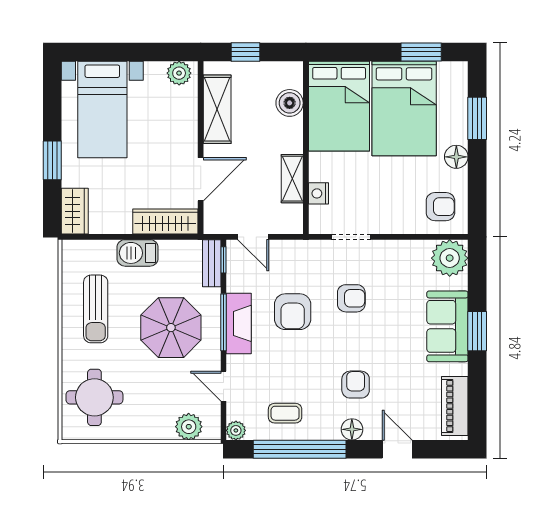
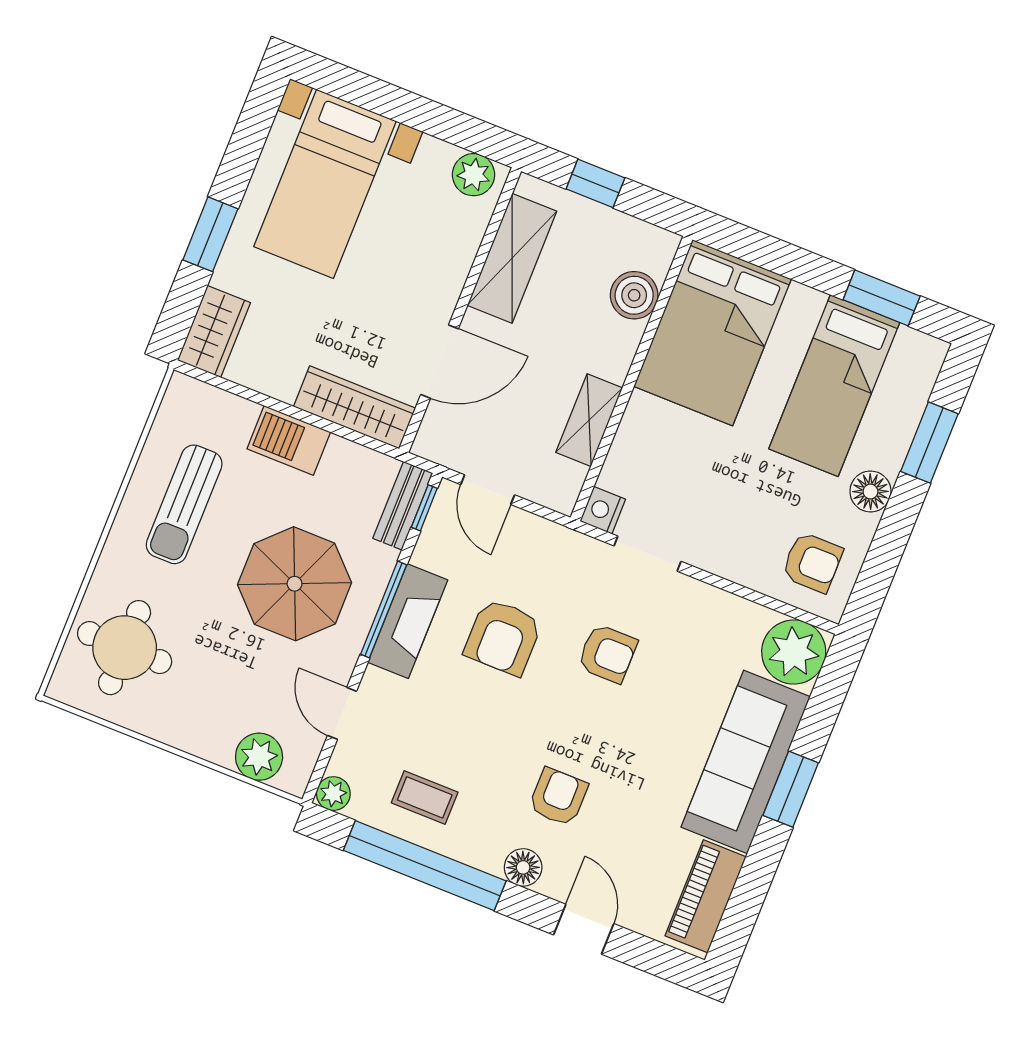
bed: (404, 108) -> (834, 386), width x0.67
nightstand: (318, 193) -> (603, 510), moved
sofa: (447, 326) -> (746, 762), width x1.36

